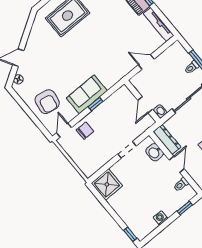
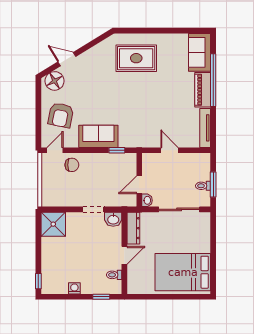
floor lamp: (18, 79) -> (55, 81), width x1.89, depth x1.89
window: (96, 104) -> (117, 150), moved
washbasin: (155, 152) -> (113, 219), moved, turned -90

